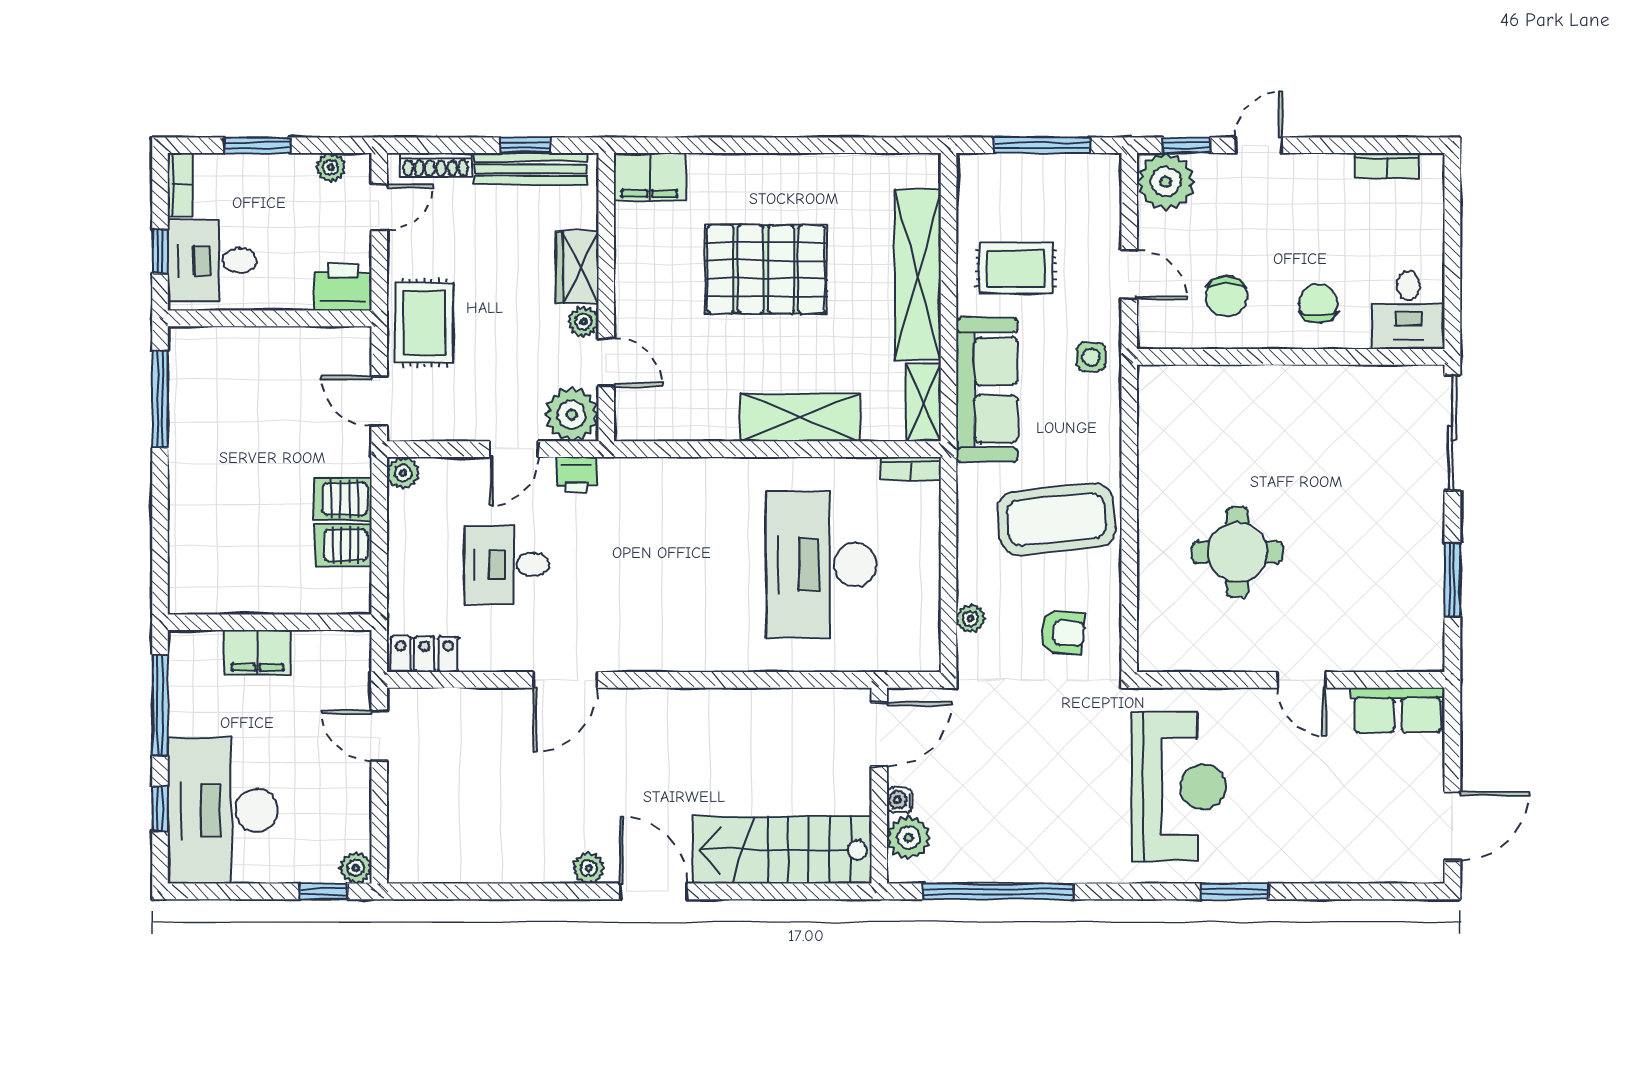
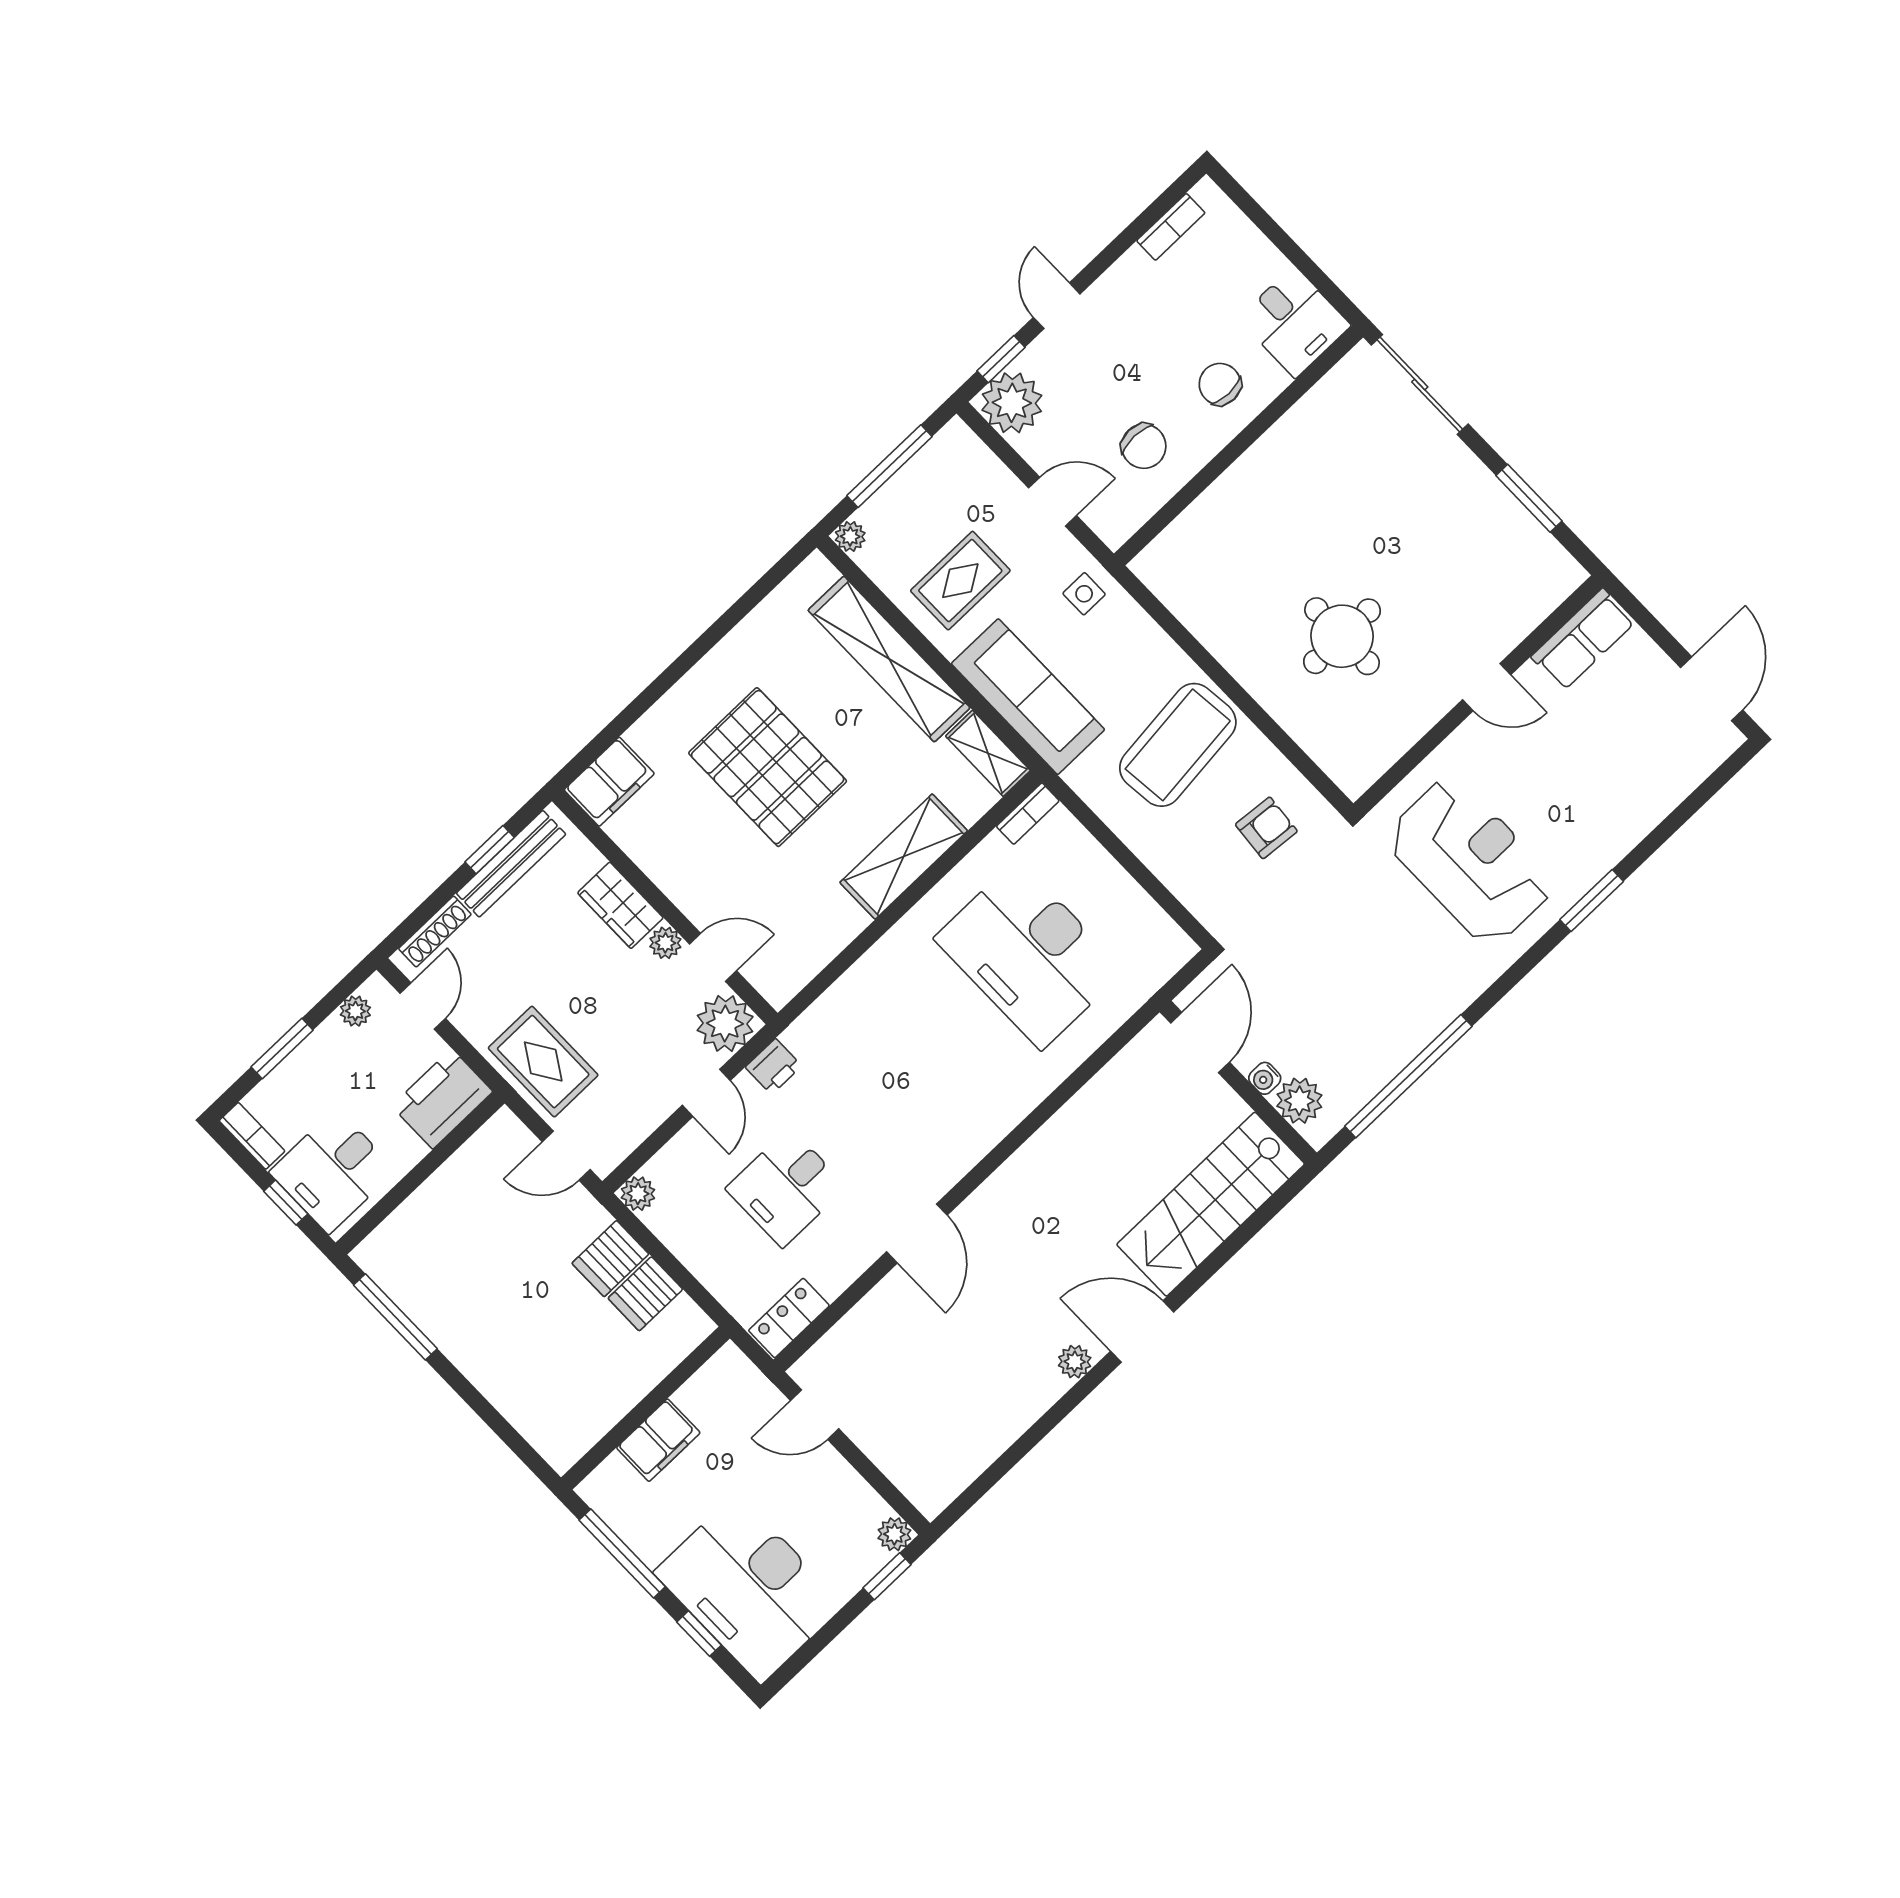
pallet: (766, 269) -> (768, 767), turned 90
printer: (343, 287) -> (442, 1099), width x1.37, depth x1.19
plant: (971, 619) -> (850, 536), moved

